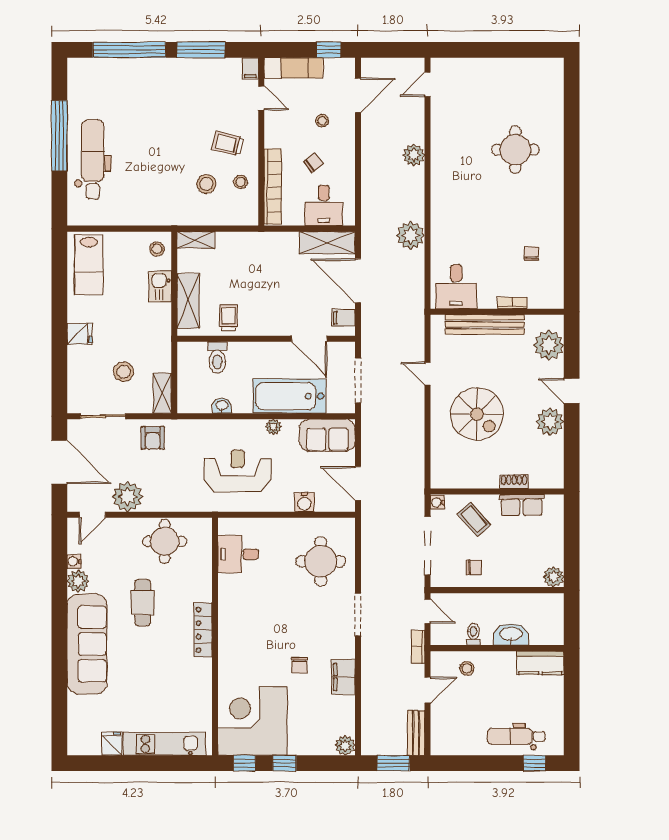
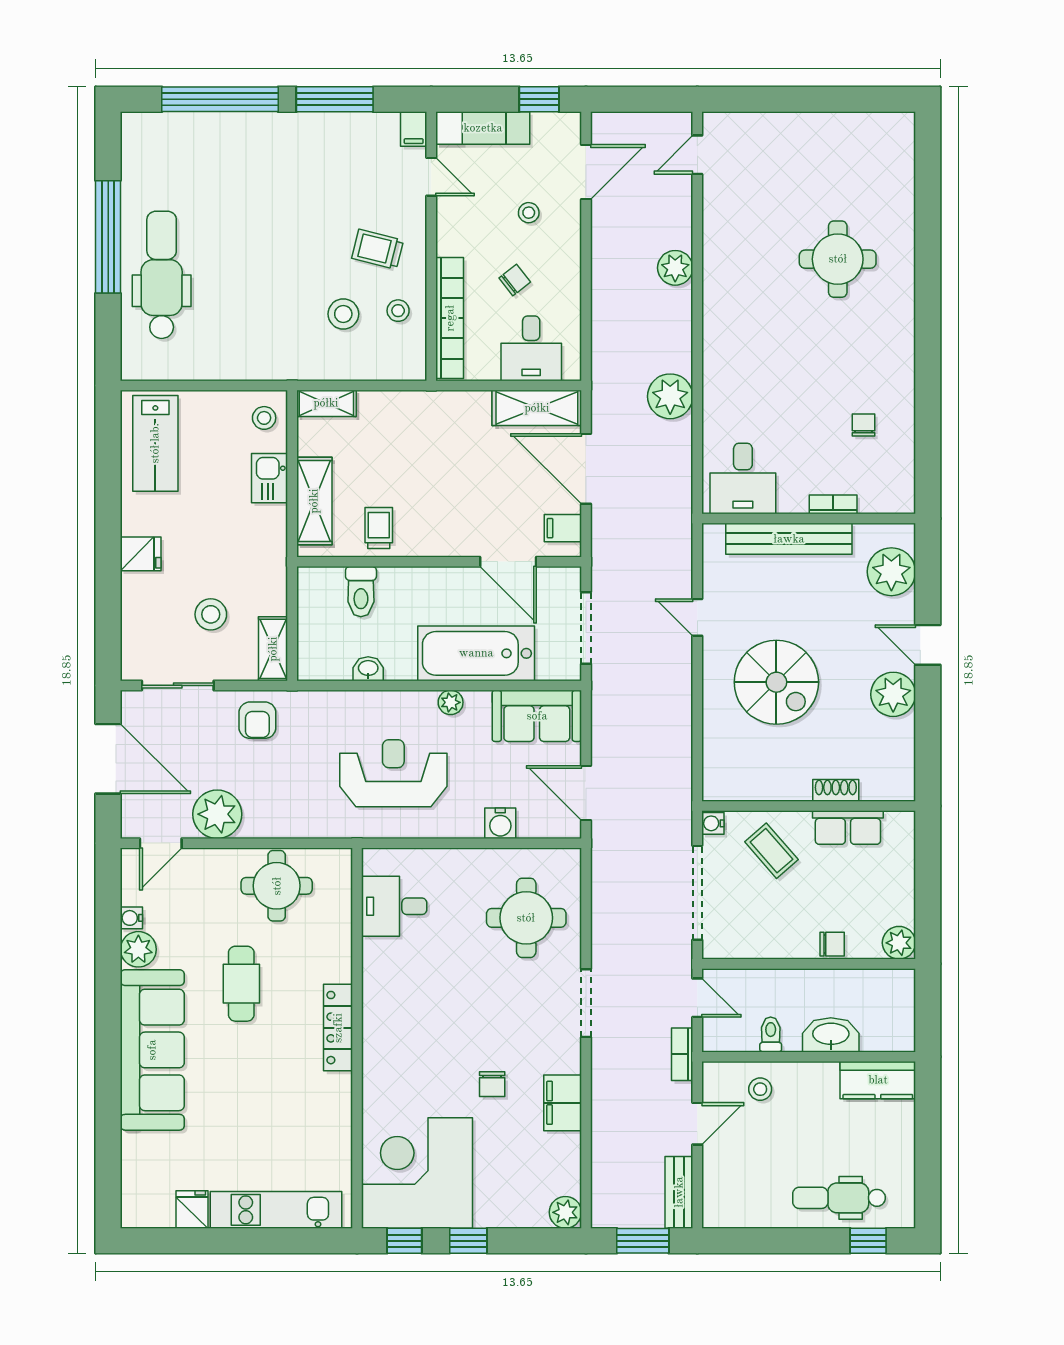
chair: (474, 567) -> (832, 944), moved

